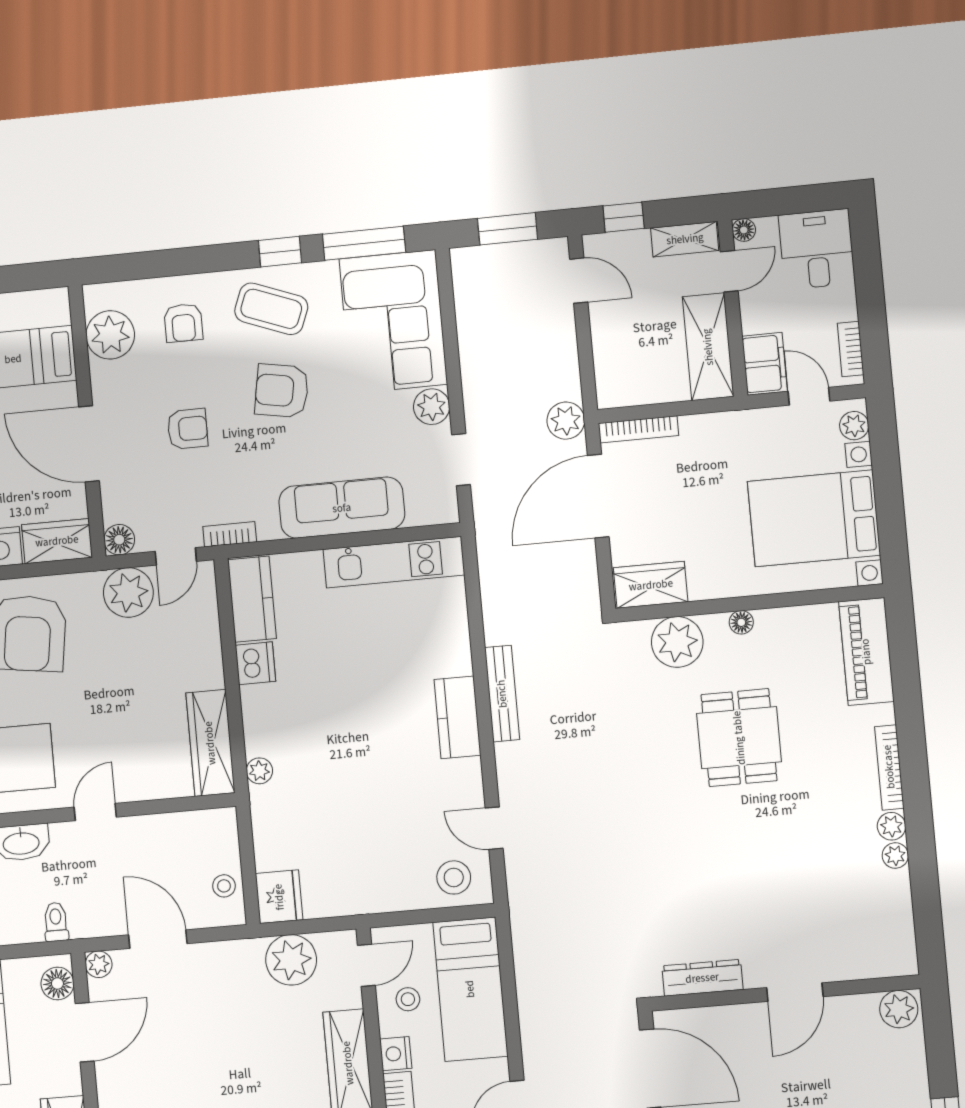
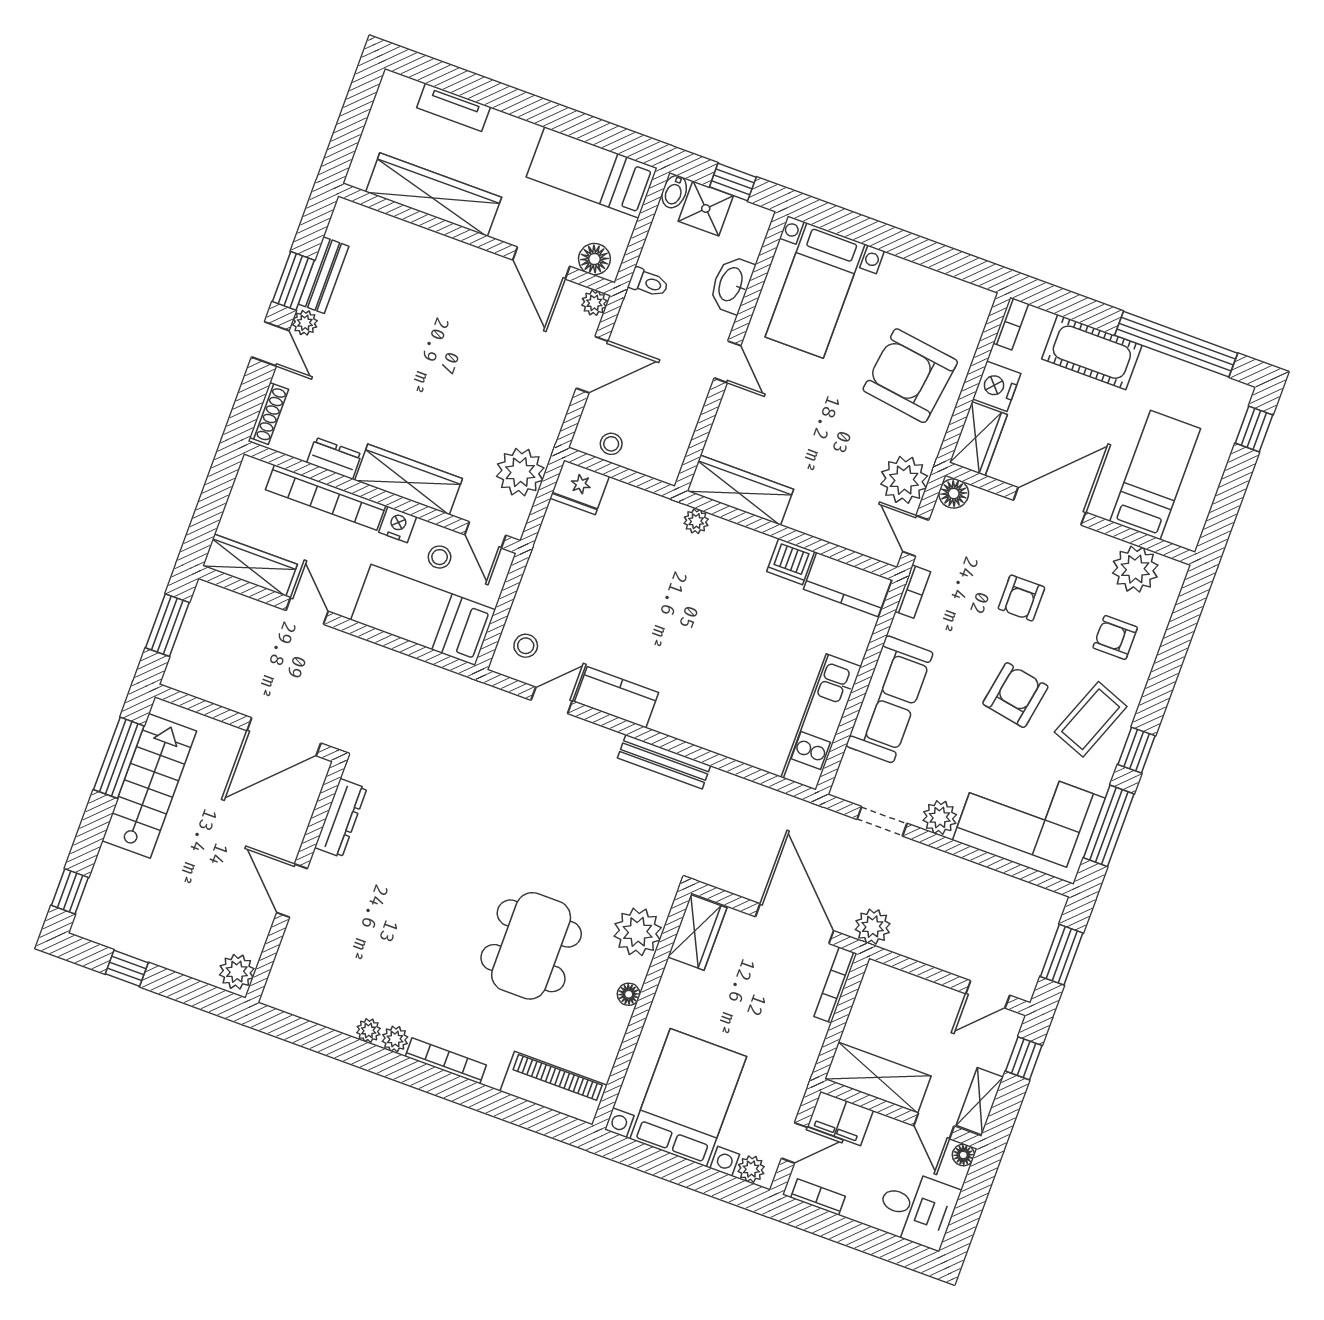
kitchen counter: (458, 717) -> (616, 697), moved
dining table: (739, 738) -> (531, 946), width x1.38
stool: (454, 877) -> (526, 646), width x0.73, depth x0.73

